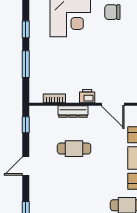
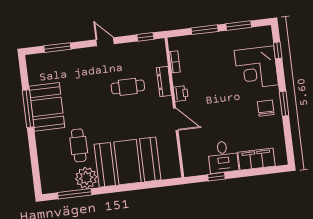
window: (26, 29) -> (239, 26), width x1.50
door: (113, 104) -> (176, 119), swing flipped
cafe table: (74, 149) -> (128, 87), turned 90

